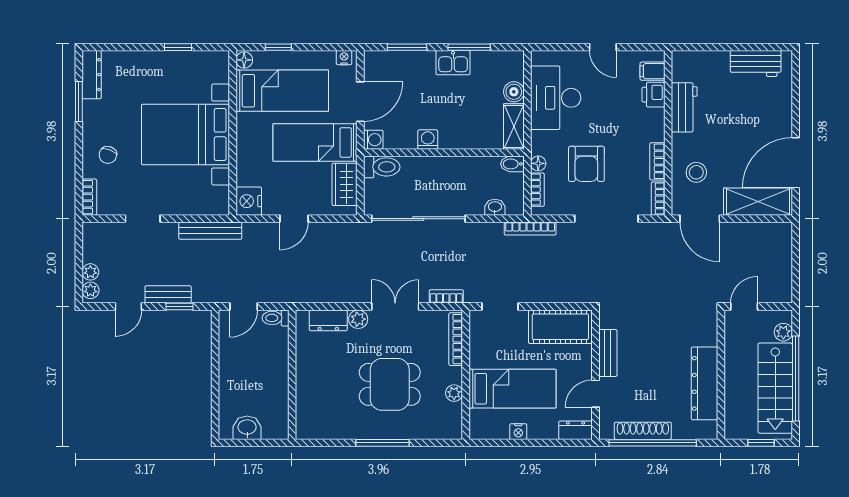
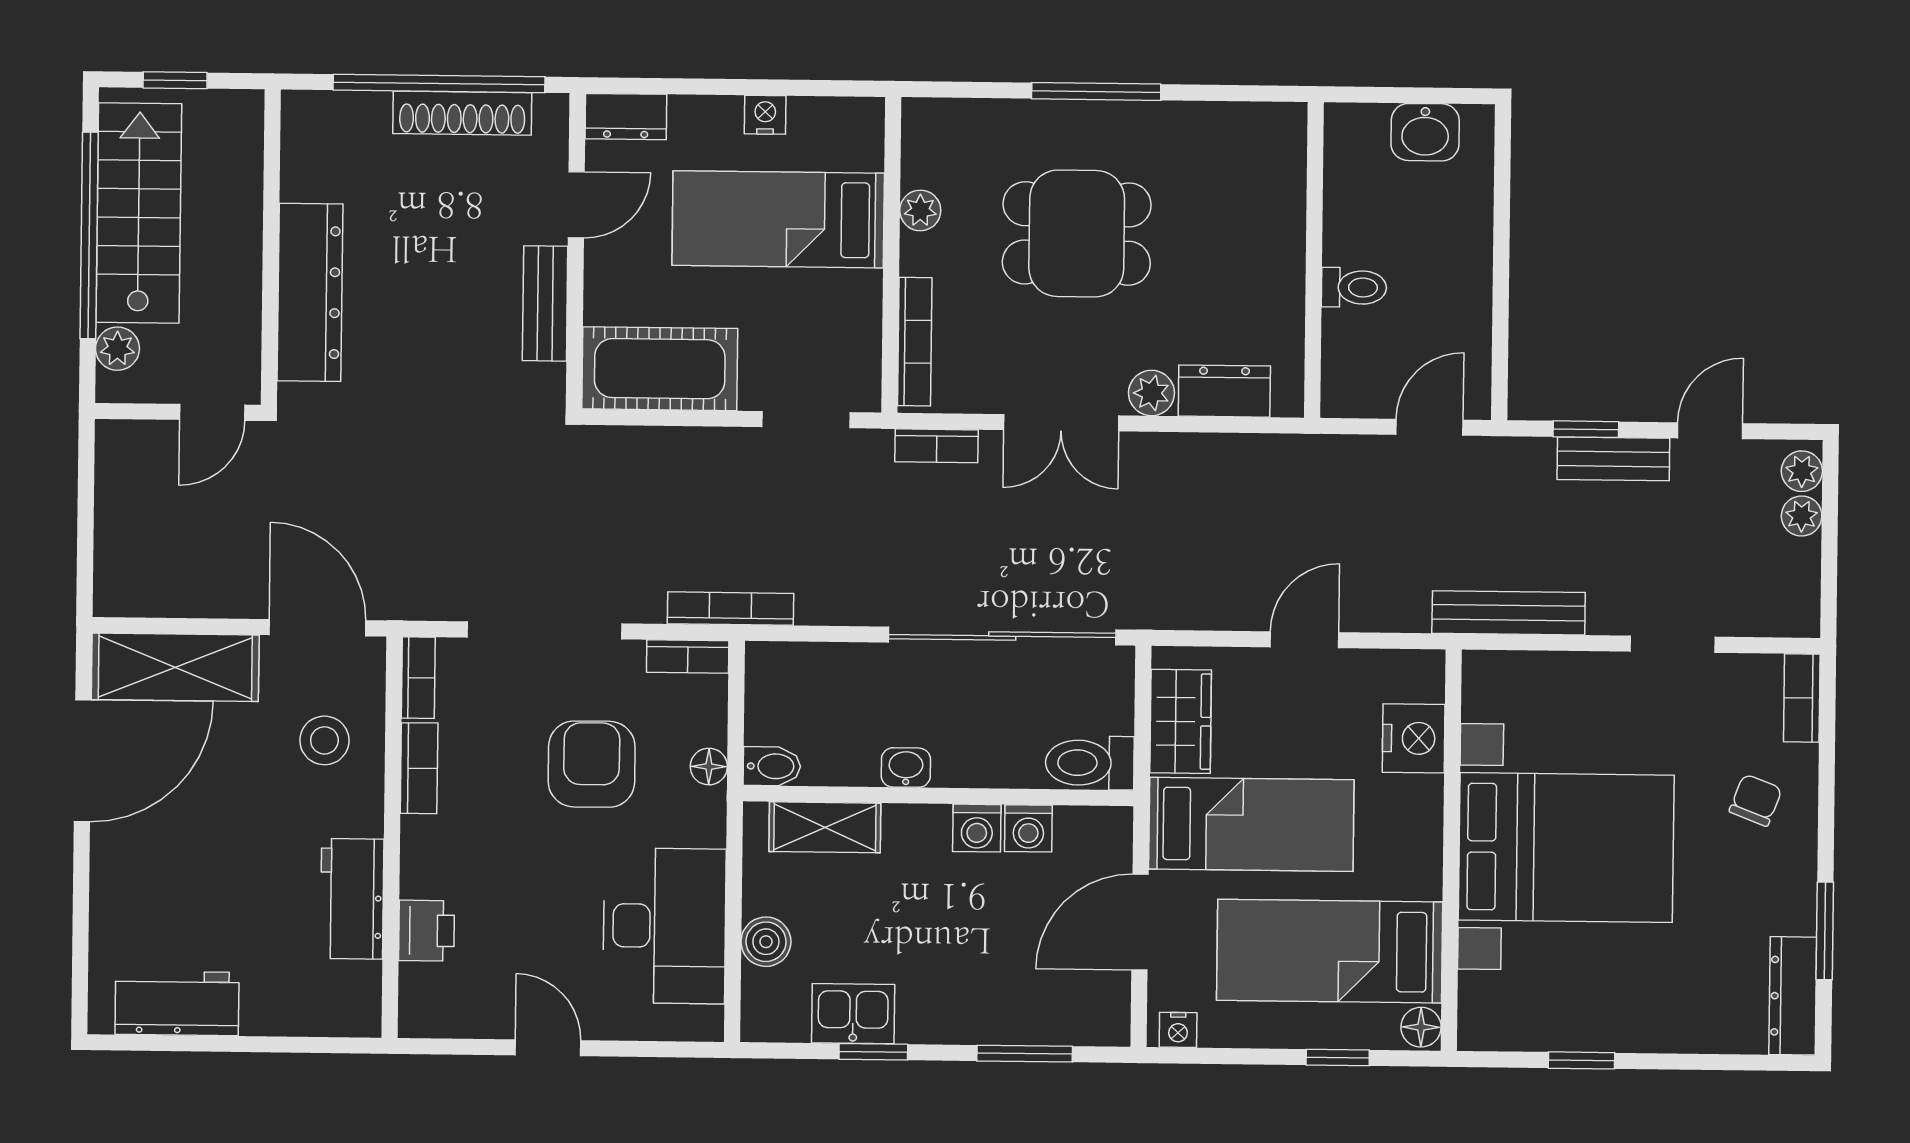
window: (469, 47) -> (873, 1052), width x0.67
kitchen sink: (453, 63) -> (853, 1014), moved
filing cabinet: (652, 71) -> (428, 988), removed
shelving: (514, 127) -> (825, 827), moved, turned 90
washing machine: (373, 140) -> (1028, 828), moved, turned -90
bookcase: (537, 190) -> (688, 657), moved, turned -90
nightstand: (249, 201) -> (1414, 738), moved
washbasin: (495, 207) -> (906, 768), moved, turned 180
toilet: (275, 318) -> (1354, 287), moved
dresser: (704, 383) -> (310, 292), moved

